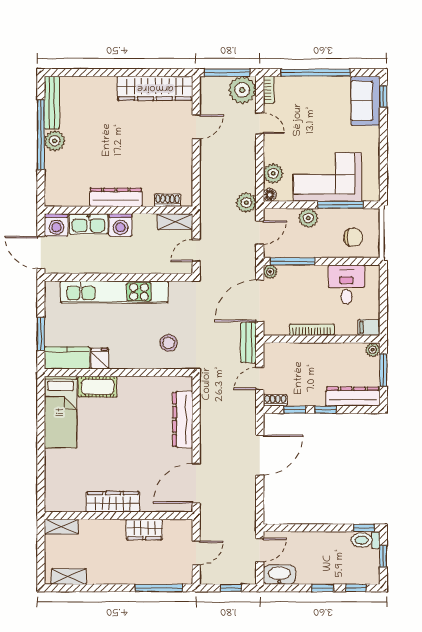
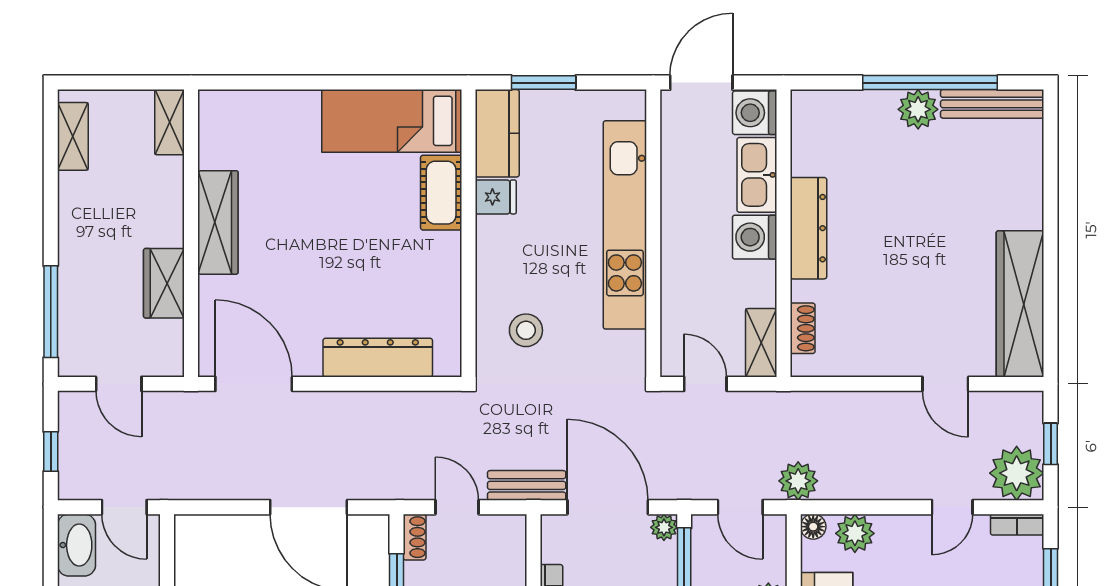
window: (227, 73) -> (1051, 444), width x0.46

